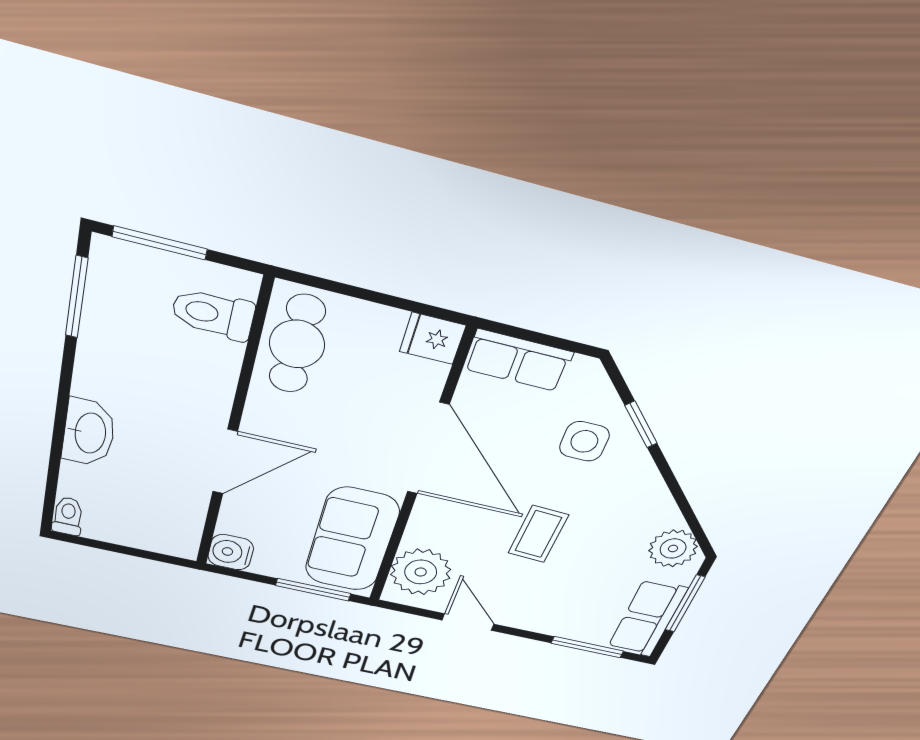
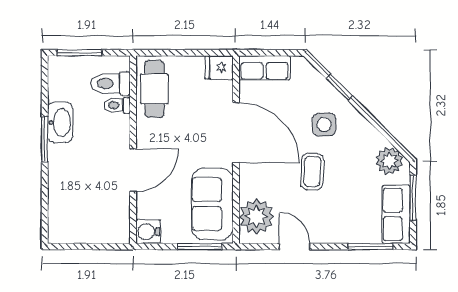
window: (77, 297) -> (45, 139), moved
washbasin: (89, 433) -> (60, 122), moved
side table: (584, 441) -> (324, 125), moved
toilet: (68, 516) -> (117, 105), moved, turned -90

